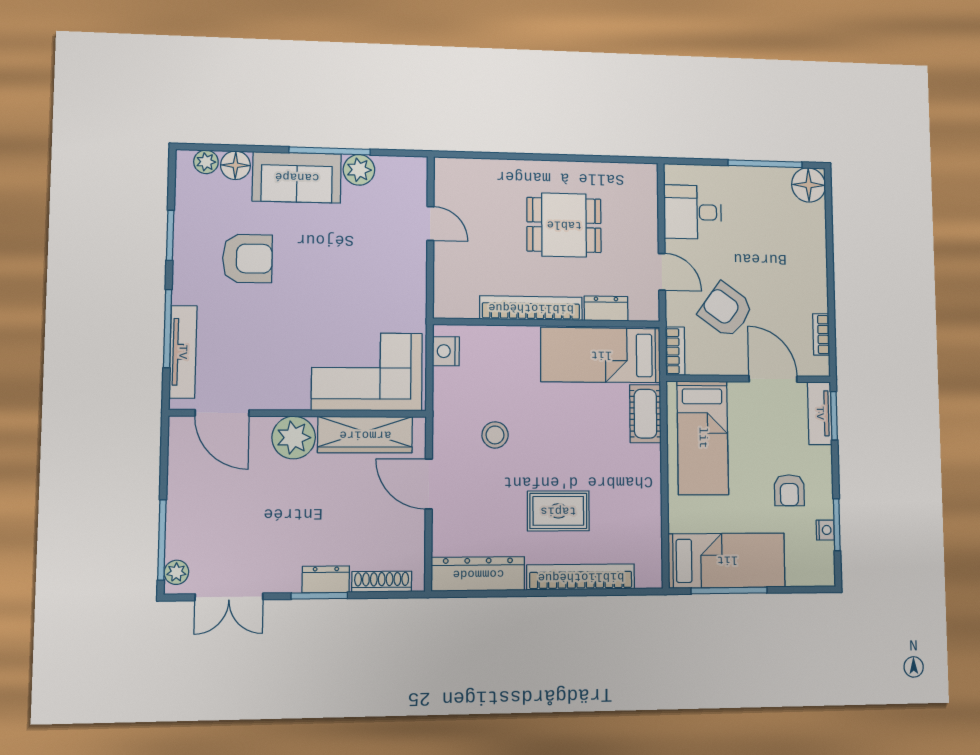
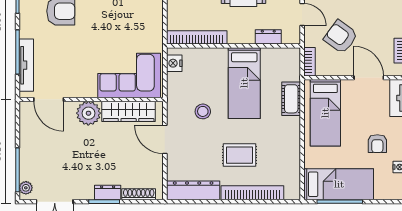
bookcase: (531, 308) -> (197, 37), moved
bed: (601, 355) -> (244, 83), moved, turned -90

